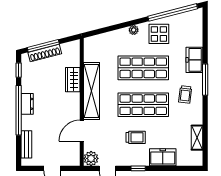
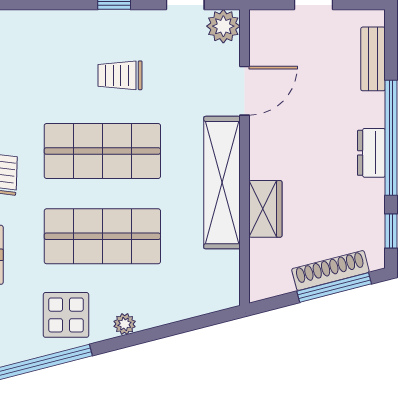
freezer: (163, 157) -> (57, 29), removed

